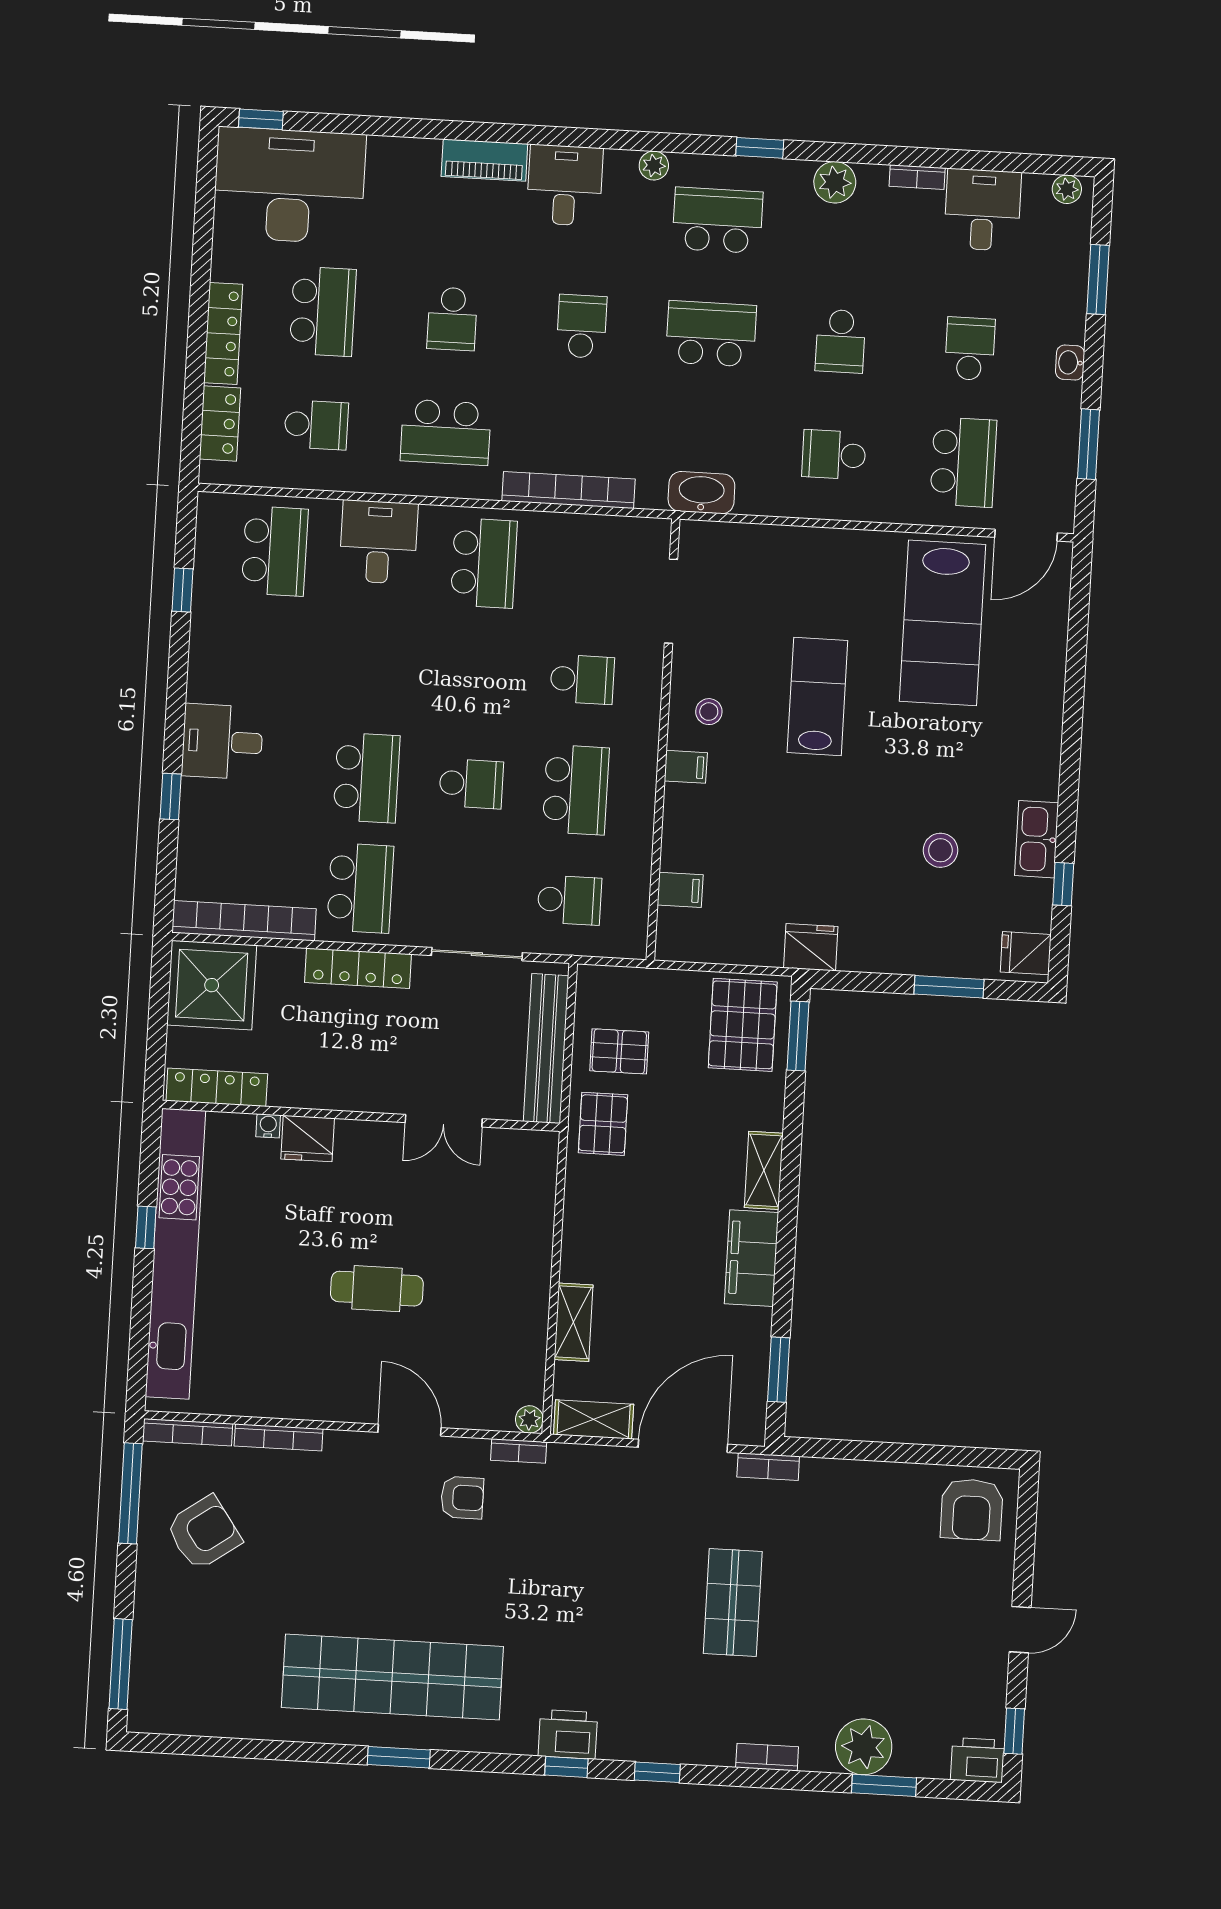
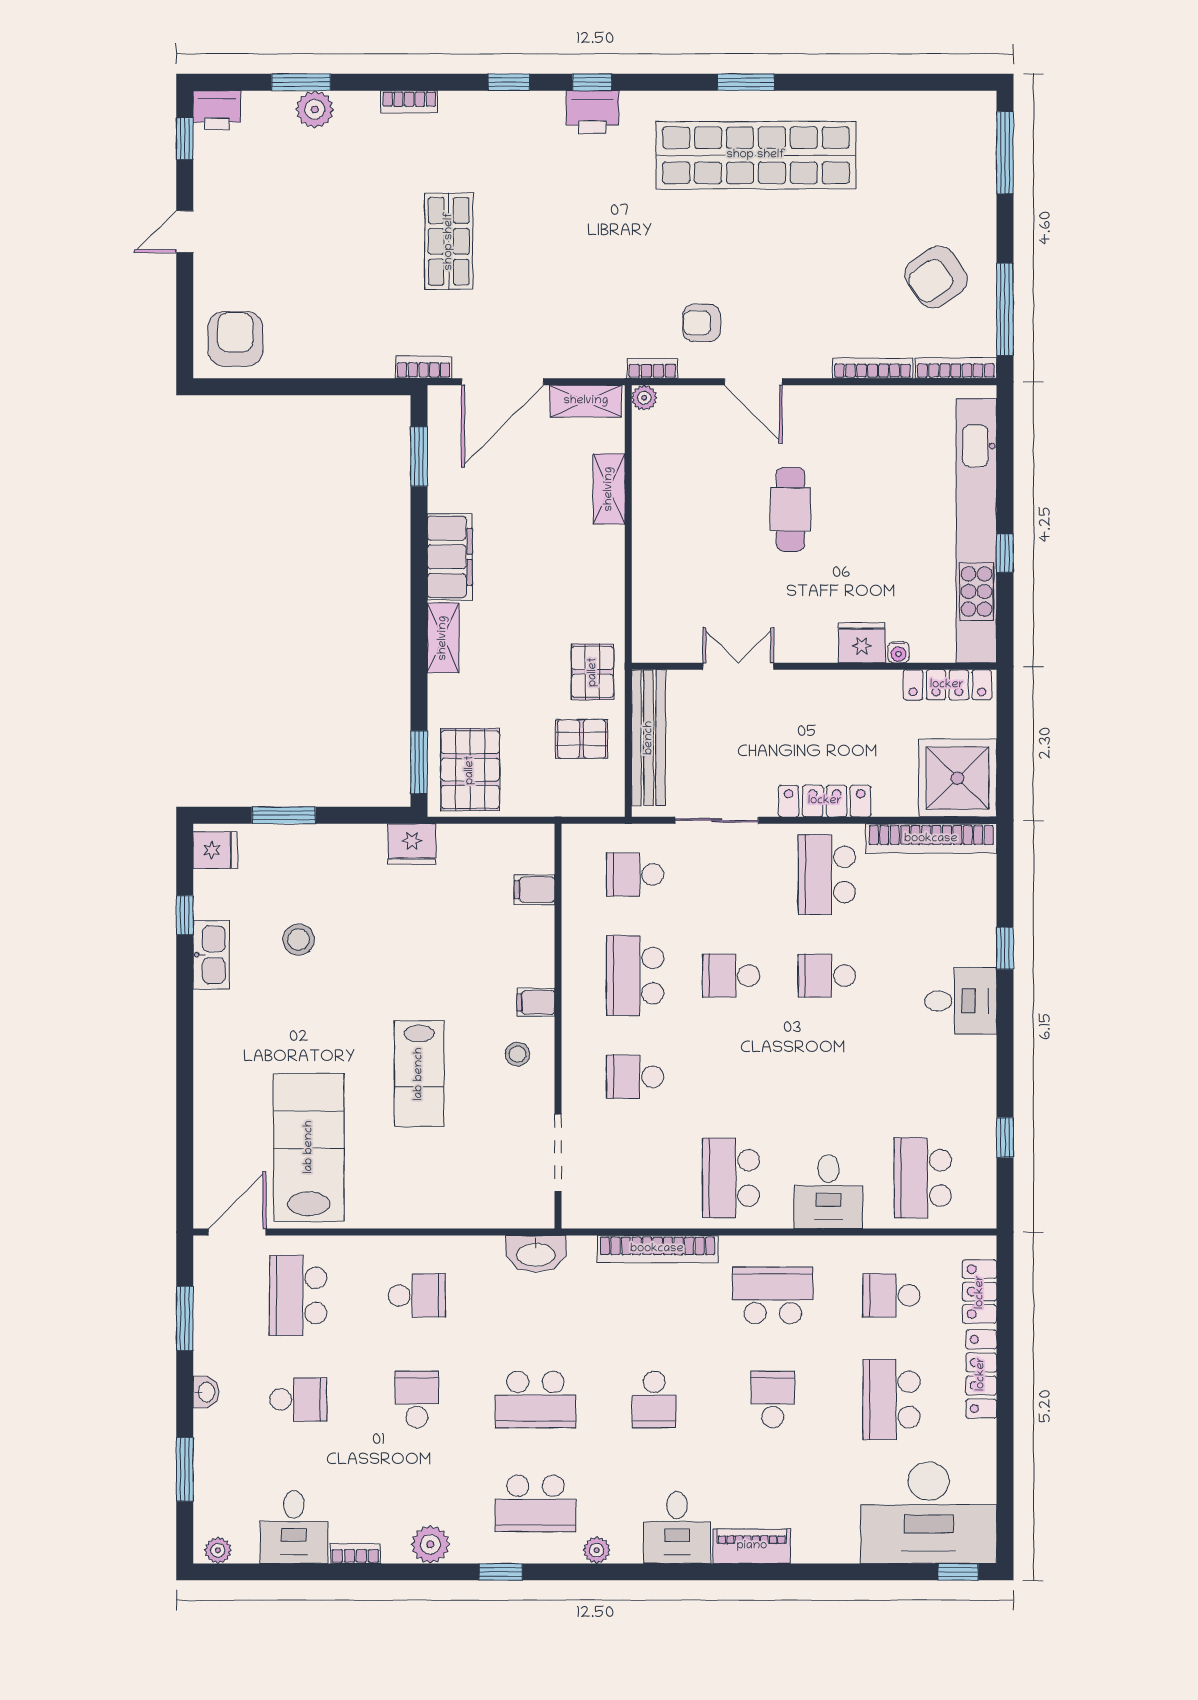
school desk: (970, 349) -> (298, 1399), turned -90
school desk: (367, 778) -> (827, 976), width x0.54
cafe table: (377, 1289) -> (790, 509), turned 90
plant: (864, 1747) -> (315, 109), width x0.73, depth x0.73

